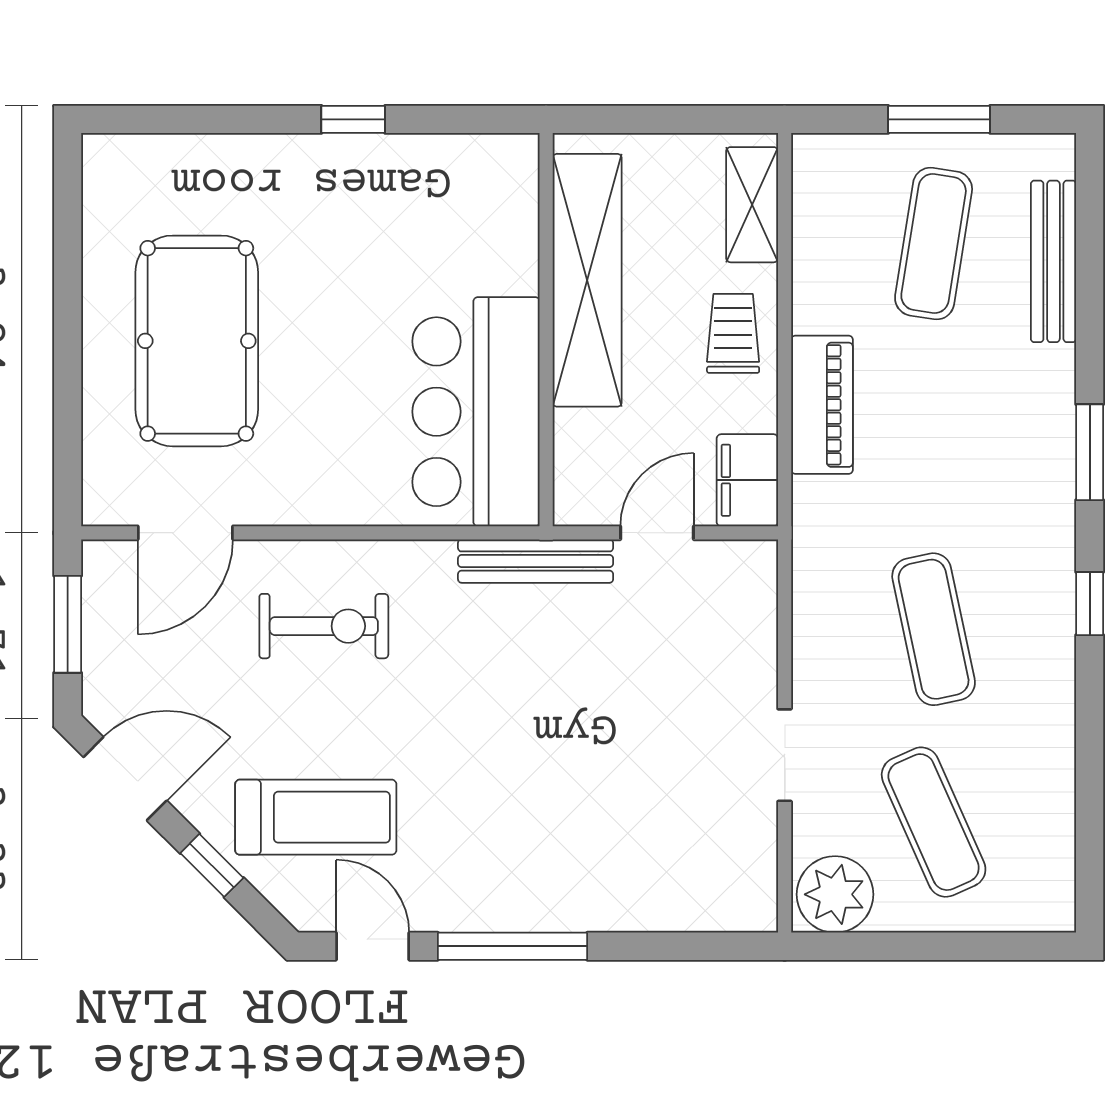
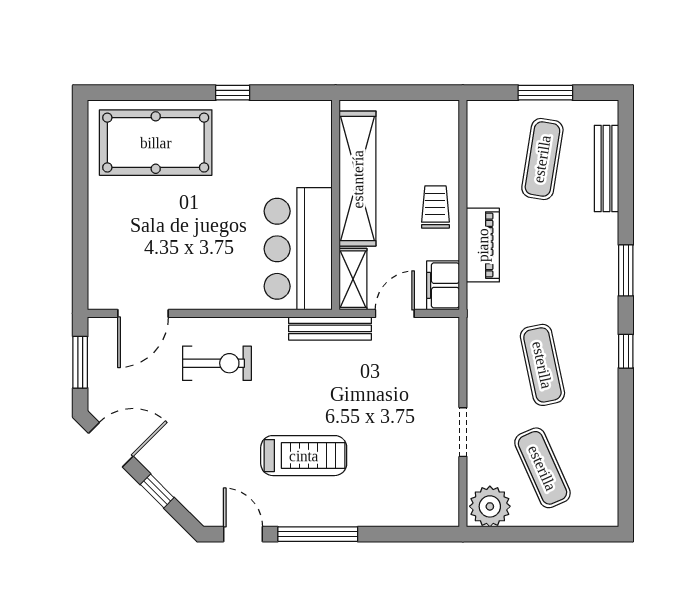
shelving: (752, 205) -> (353, 279), moved
pool table: (197, 341) -> (156, 143), moved, turned 90
treadmill: (316, 817) -> (304, 456), moved

